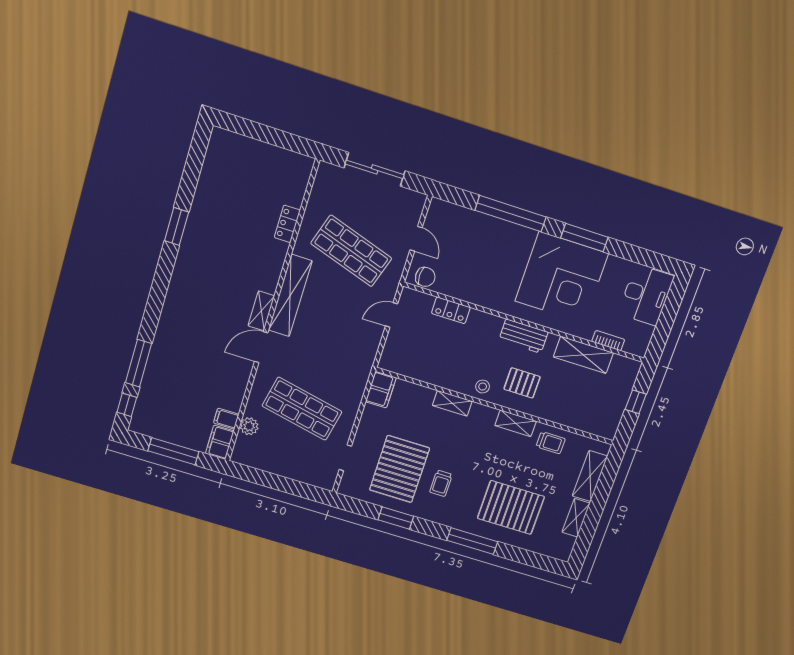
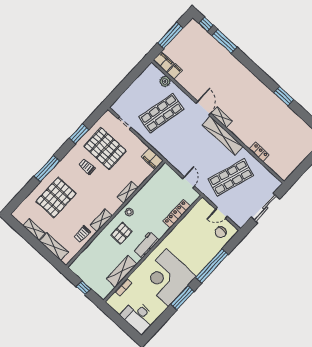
chair: (425, 277) -> (221, 232), moved
locker: (451, 310) -> (177, 214), width x1.53

